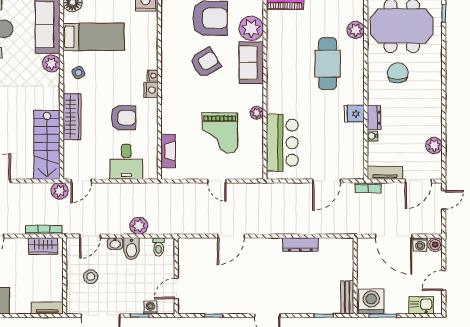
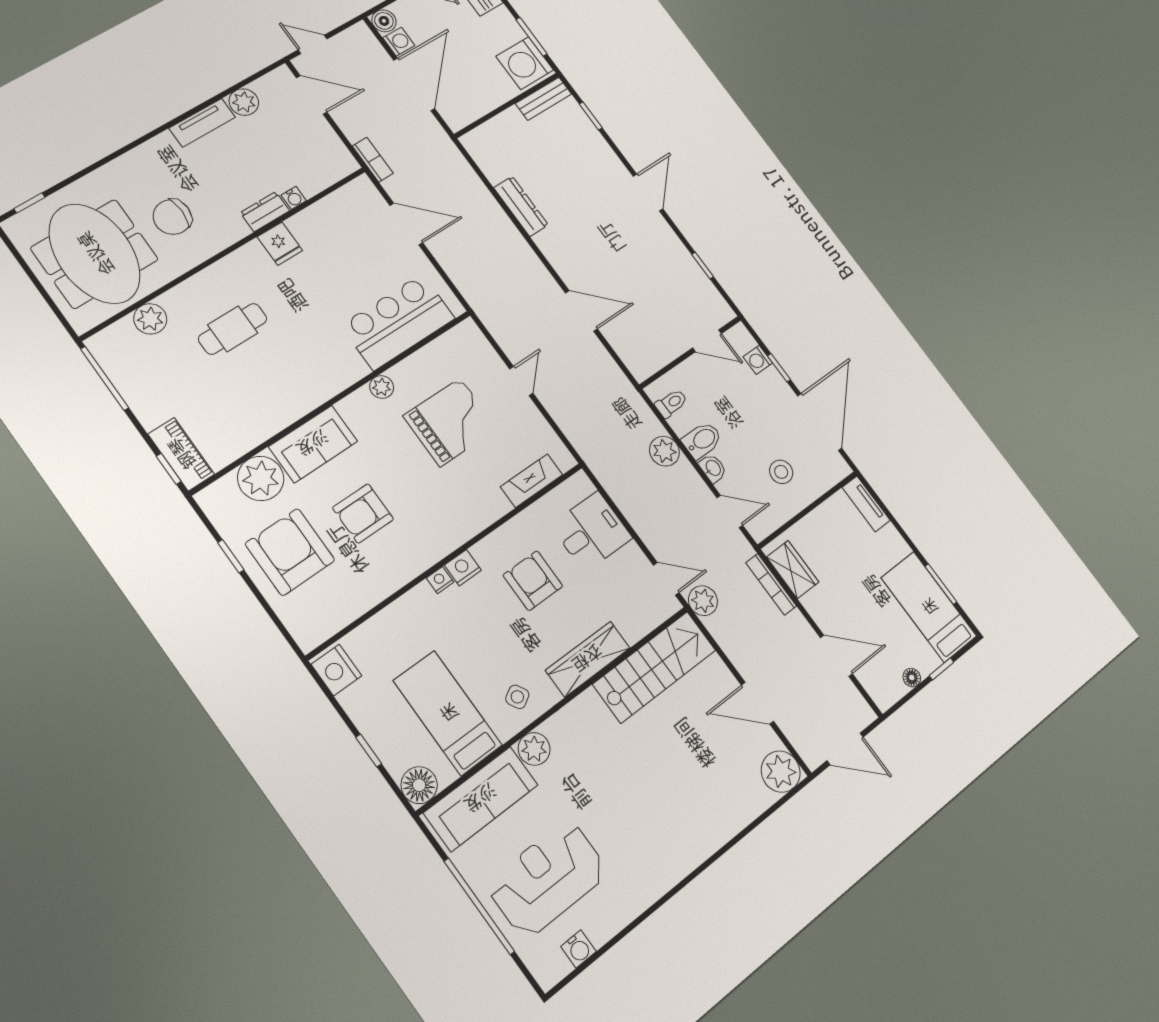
armchair: (205, 63) -> (363, 513), turned -59
cafe table: (328, 64) -> (233, 329), width x0.73, depth x0.74
tv unit: (385, 173) -> (202, 123), moved, turned -90

